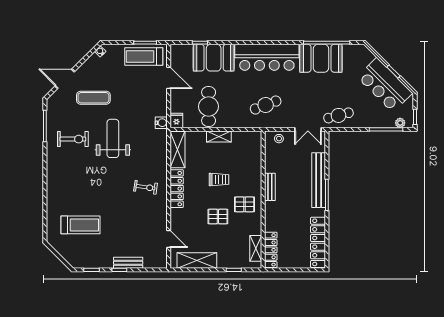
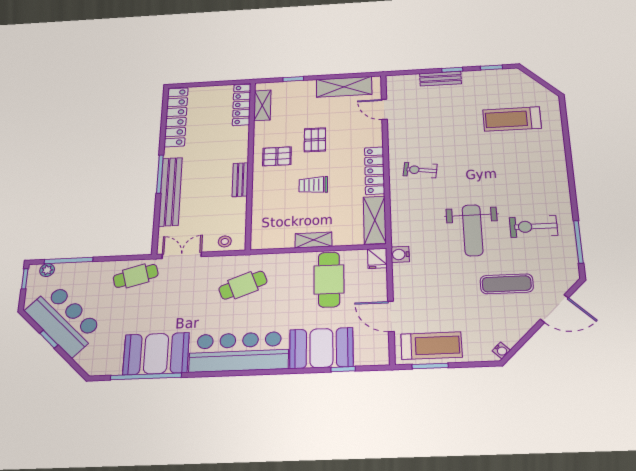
pallet: (218, 216) -> (315, 140), turned 90

